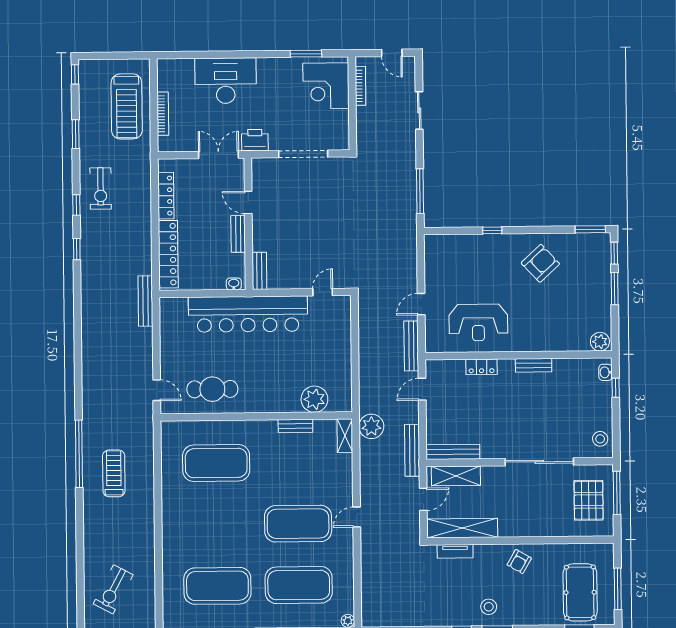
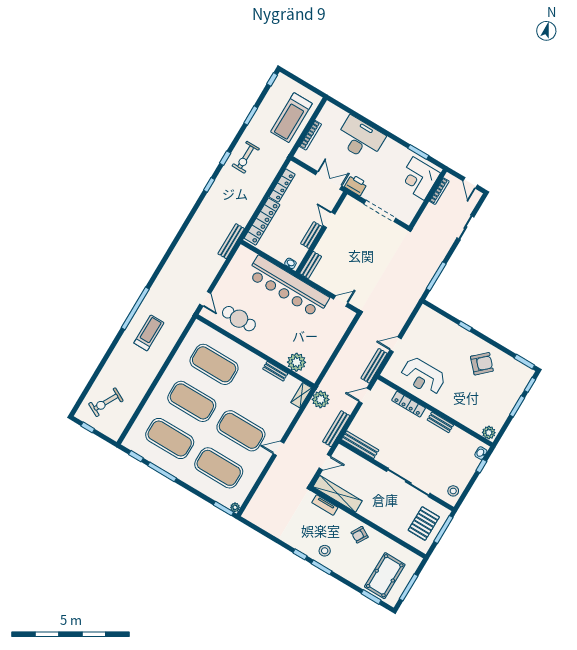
locker: (481, 367) -> (409, 404), width x1.53
shelving: (456, 476) -> (353, 460), removed
exercise mat: (217, 524) -> (192, 401), added

